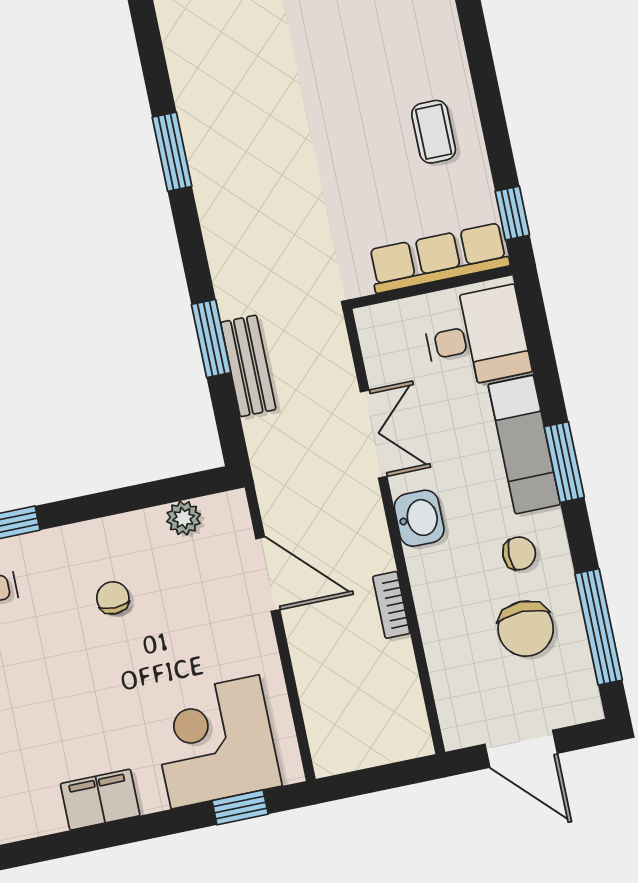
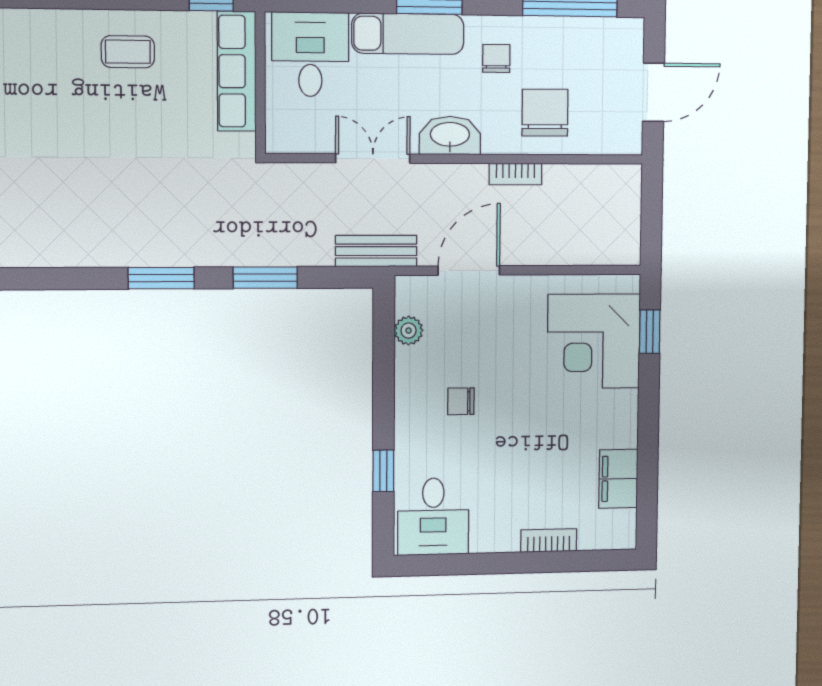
window: (172, 152) -> (161, 278), moved
bench: (248, 366) -> (376, 251), moved
washbasin: (419, 518) -> (450, 135), width x1.38
chair: (526, 629) -> (545, 113), moved, turned -90
filing cabinet: (100, 800) -> (618, 479), moved

